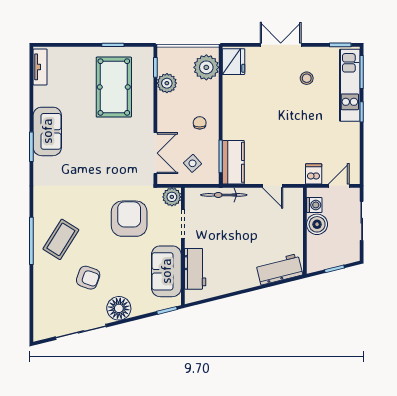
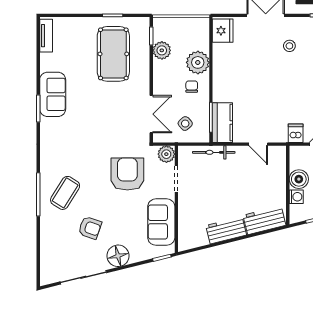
plant: (206, 67) -> (198, 62), moved
washing machine: (314, 205) -> (296, 197), moved
workbench: (195, 269) -> (226, 230), moved, turned -104

